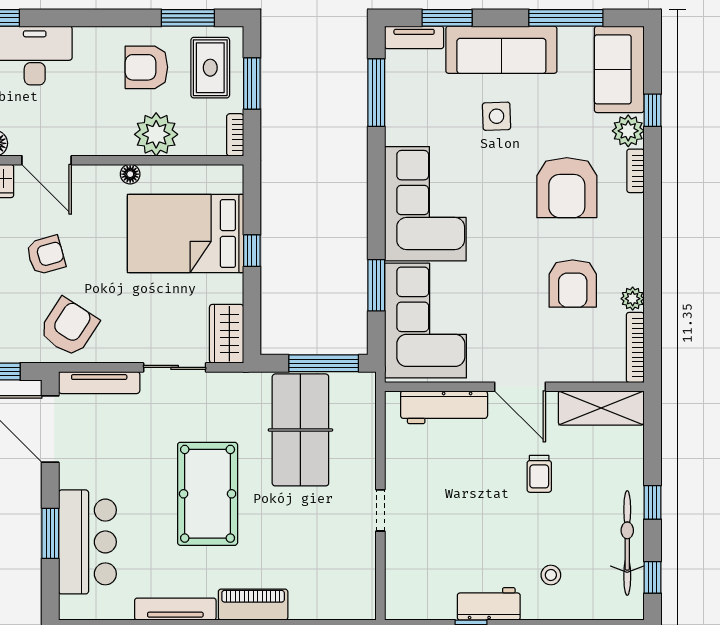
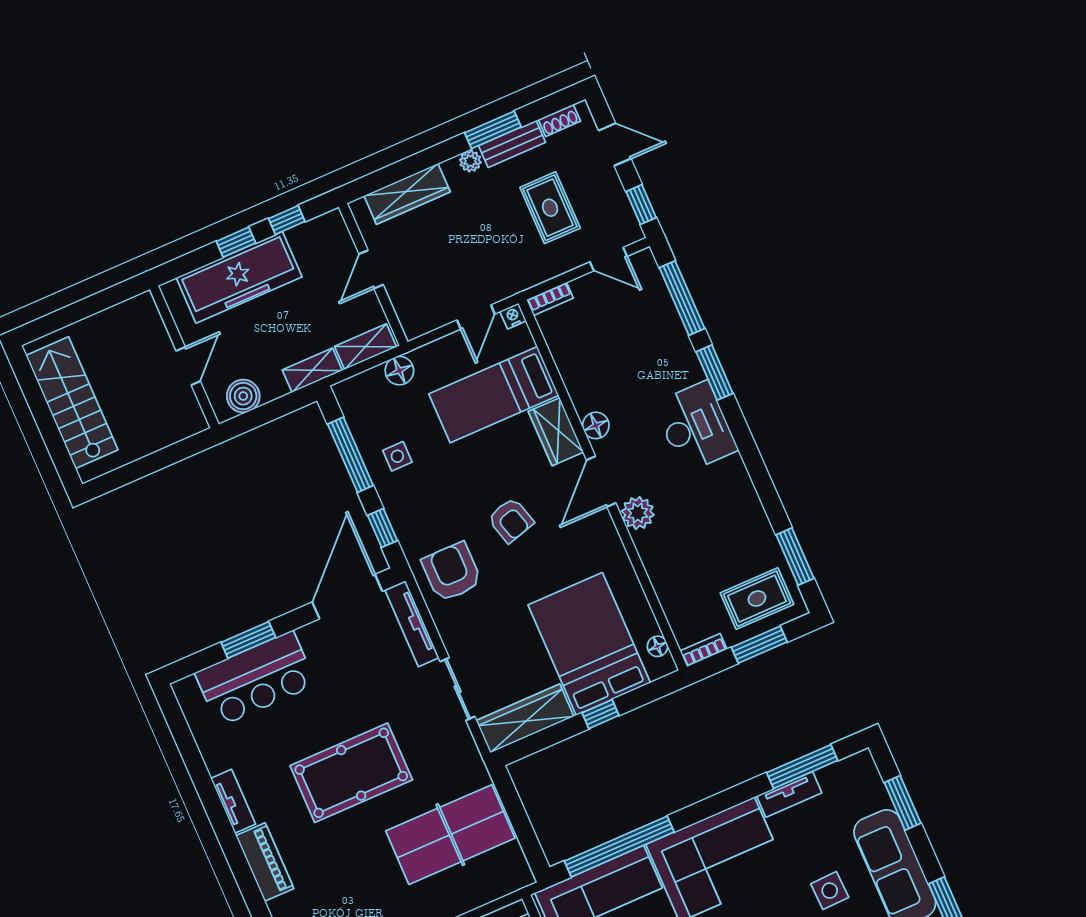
tv unit: (414, 37) -> (789, 794), moved, turned -90
armchair: (146, 67) -> (731, 538), removed
plant: (156, 134) -> (638, 513), moved, width x0.73, depth x0.73
floor lamp: (130, 174) -> (657, 646), moved
window: (376, 285) -> (619, 846), width x2.11
armchair: (69, 327) -> (452, 572), turned -123
wardrobe: (227, 334) -> (525, 718), width x1.50
window: (324, 363) -> (523, 829), removed
tv unit: (175, 609) -> (233, 801), width x0.71

